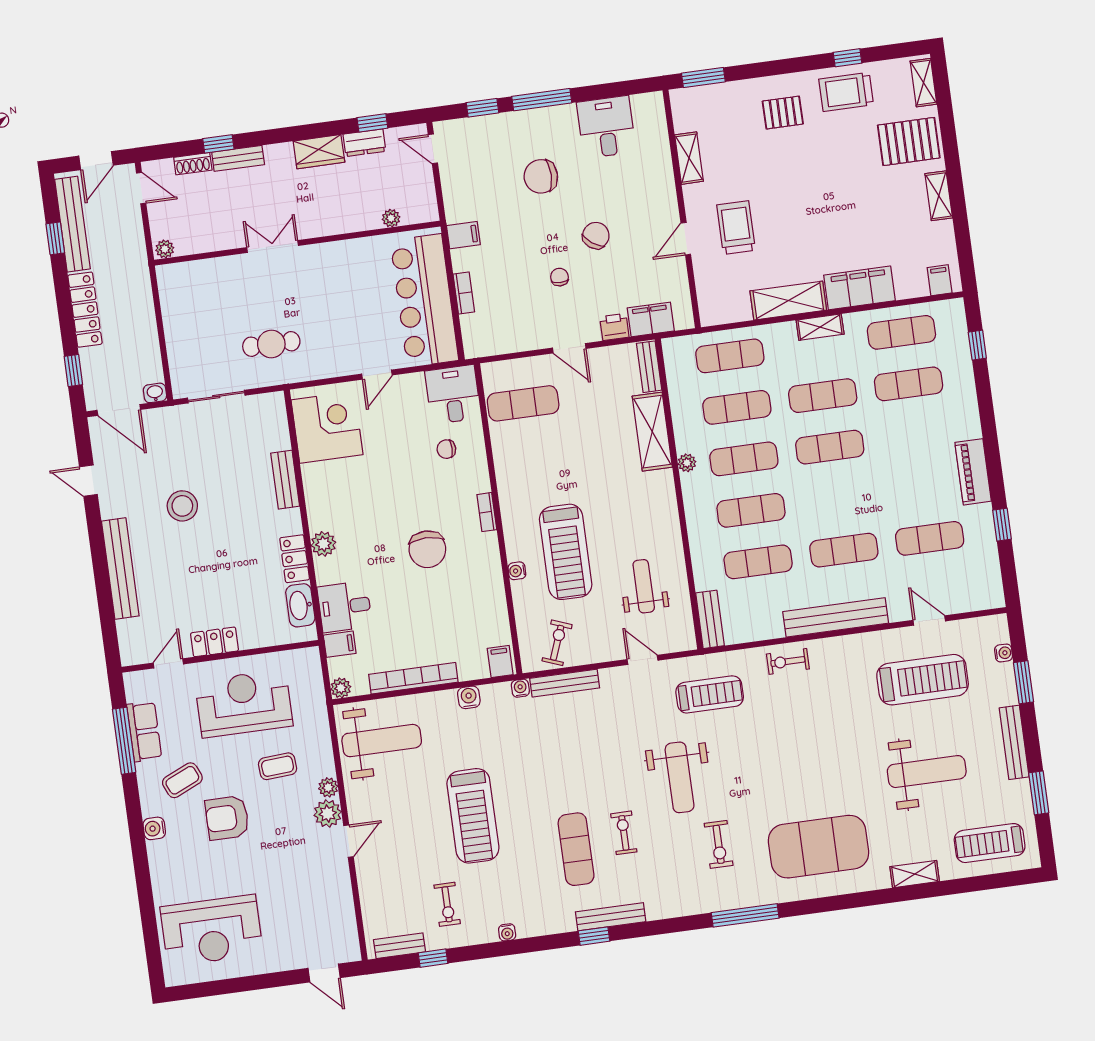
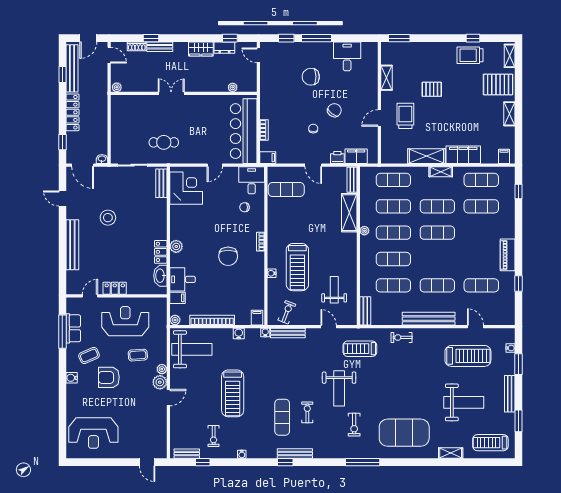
pallet: (783, 113) -> (432, 89), moved
filing cabinet: (463, 235) -> (268, 158), moved
bench: (285, 480) -> (161, 183), moved
treadmill: (710, 694) -> (360, 349), turned 180

